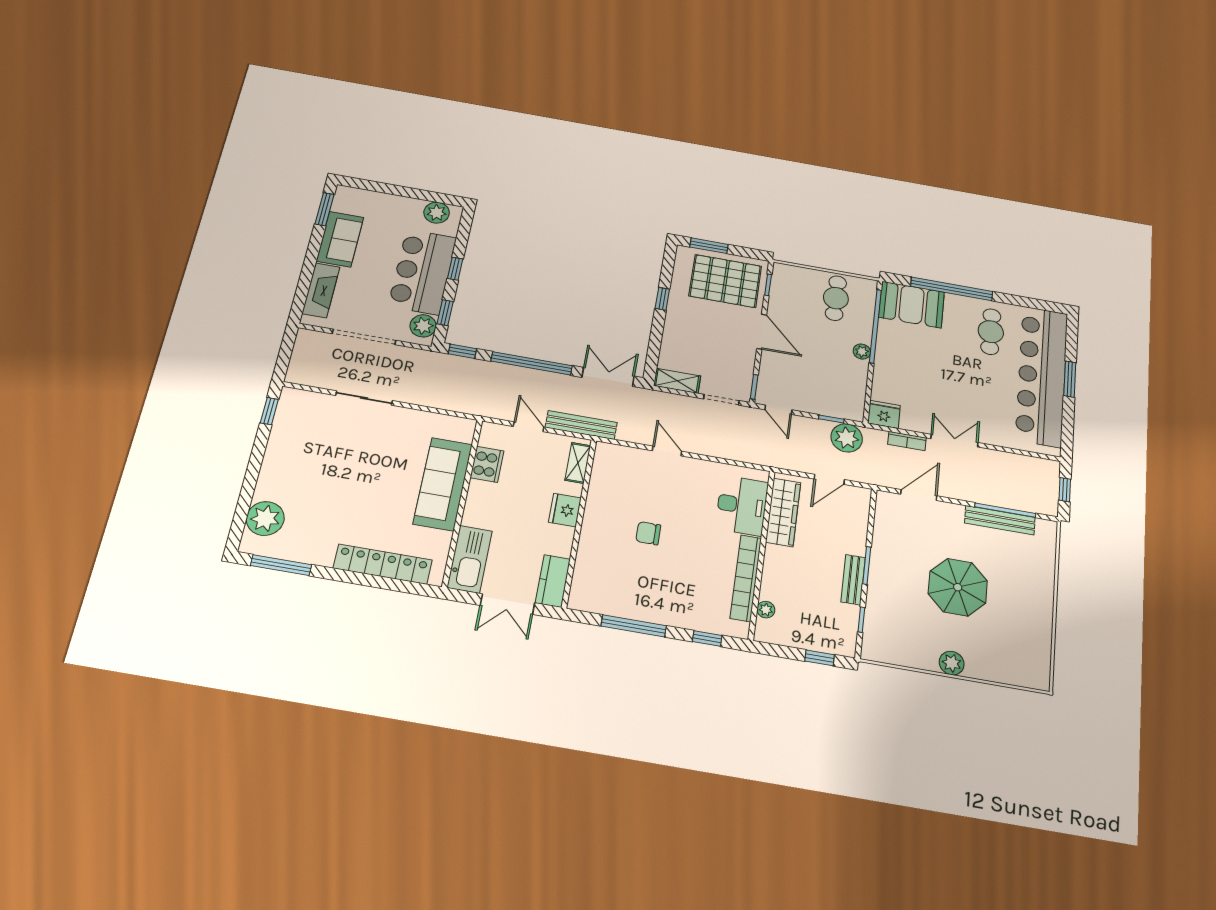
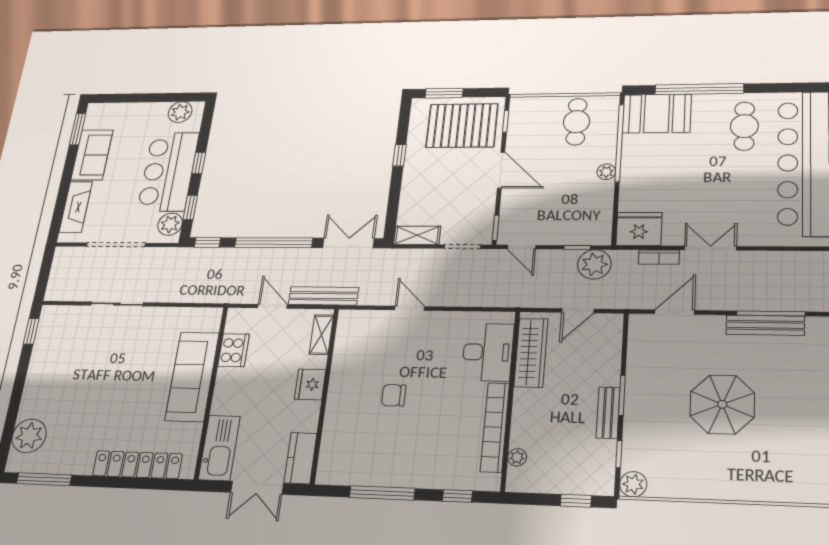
fridge: (884, 414) -> (639, 229), width x1.36, depth x1.34
plant: (952, 663) -> (633, 484), moved

